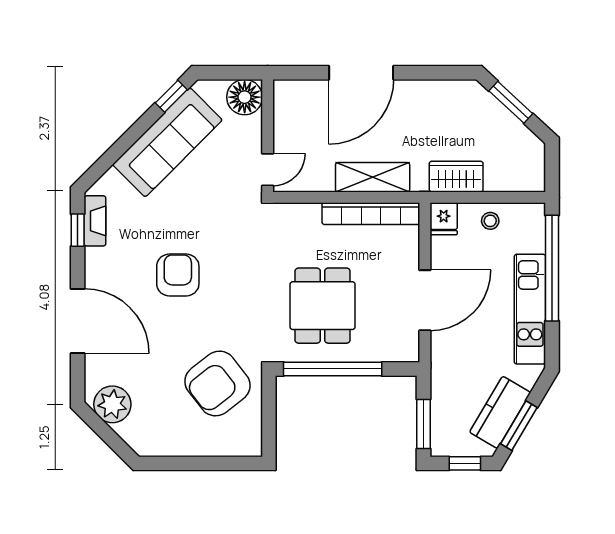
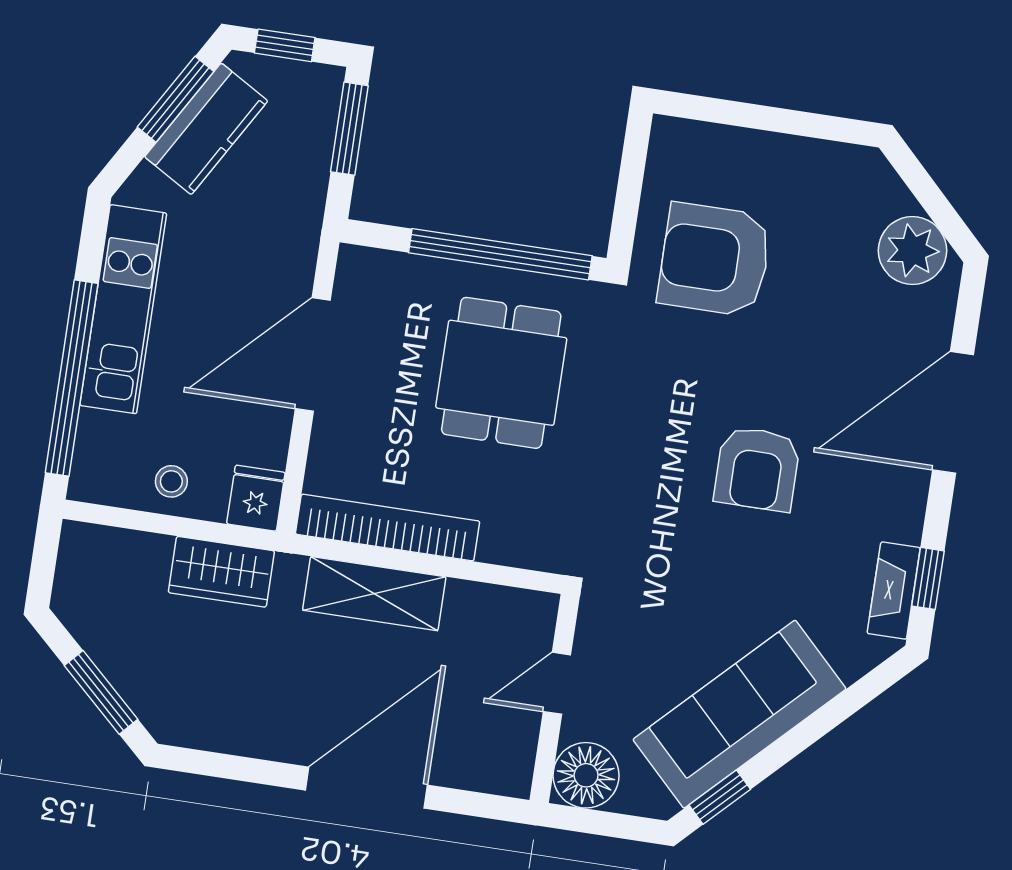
door: (268, 170) -> (557, 683), moved
door: (78, 321) -> (953, 412), hinge flipped
armchair: (217, 383) -> (715, 260), turned -142

